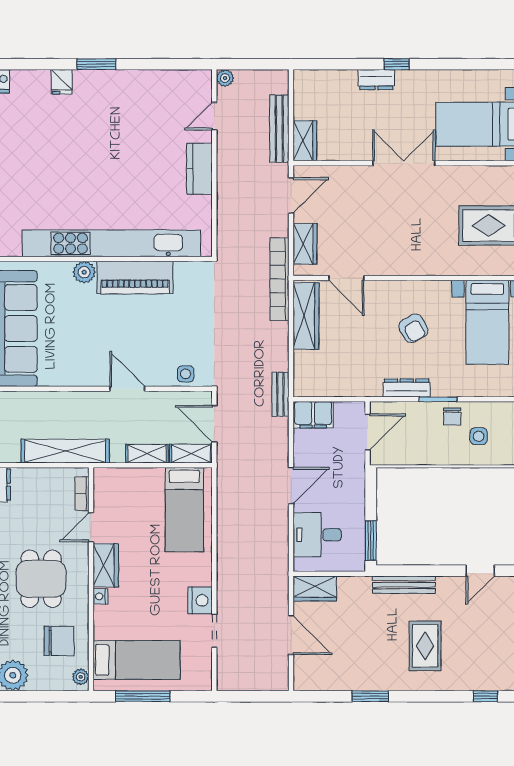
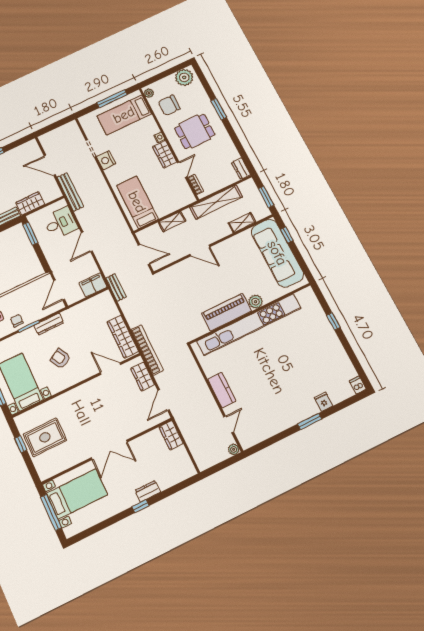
bench: (279, 129) -> (70, 192), moved
side table: (186, 374) -> (173, 274), removed
shelving: (191, 454) -> (242, 223), moved
dining table: (41, 579) -> (195, 131), turned 90
wardrobe: (315, 589) -> (30, 203), moved

